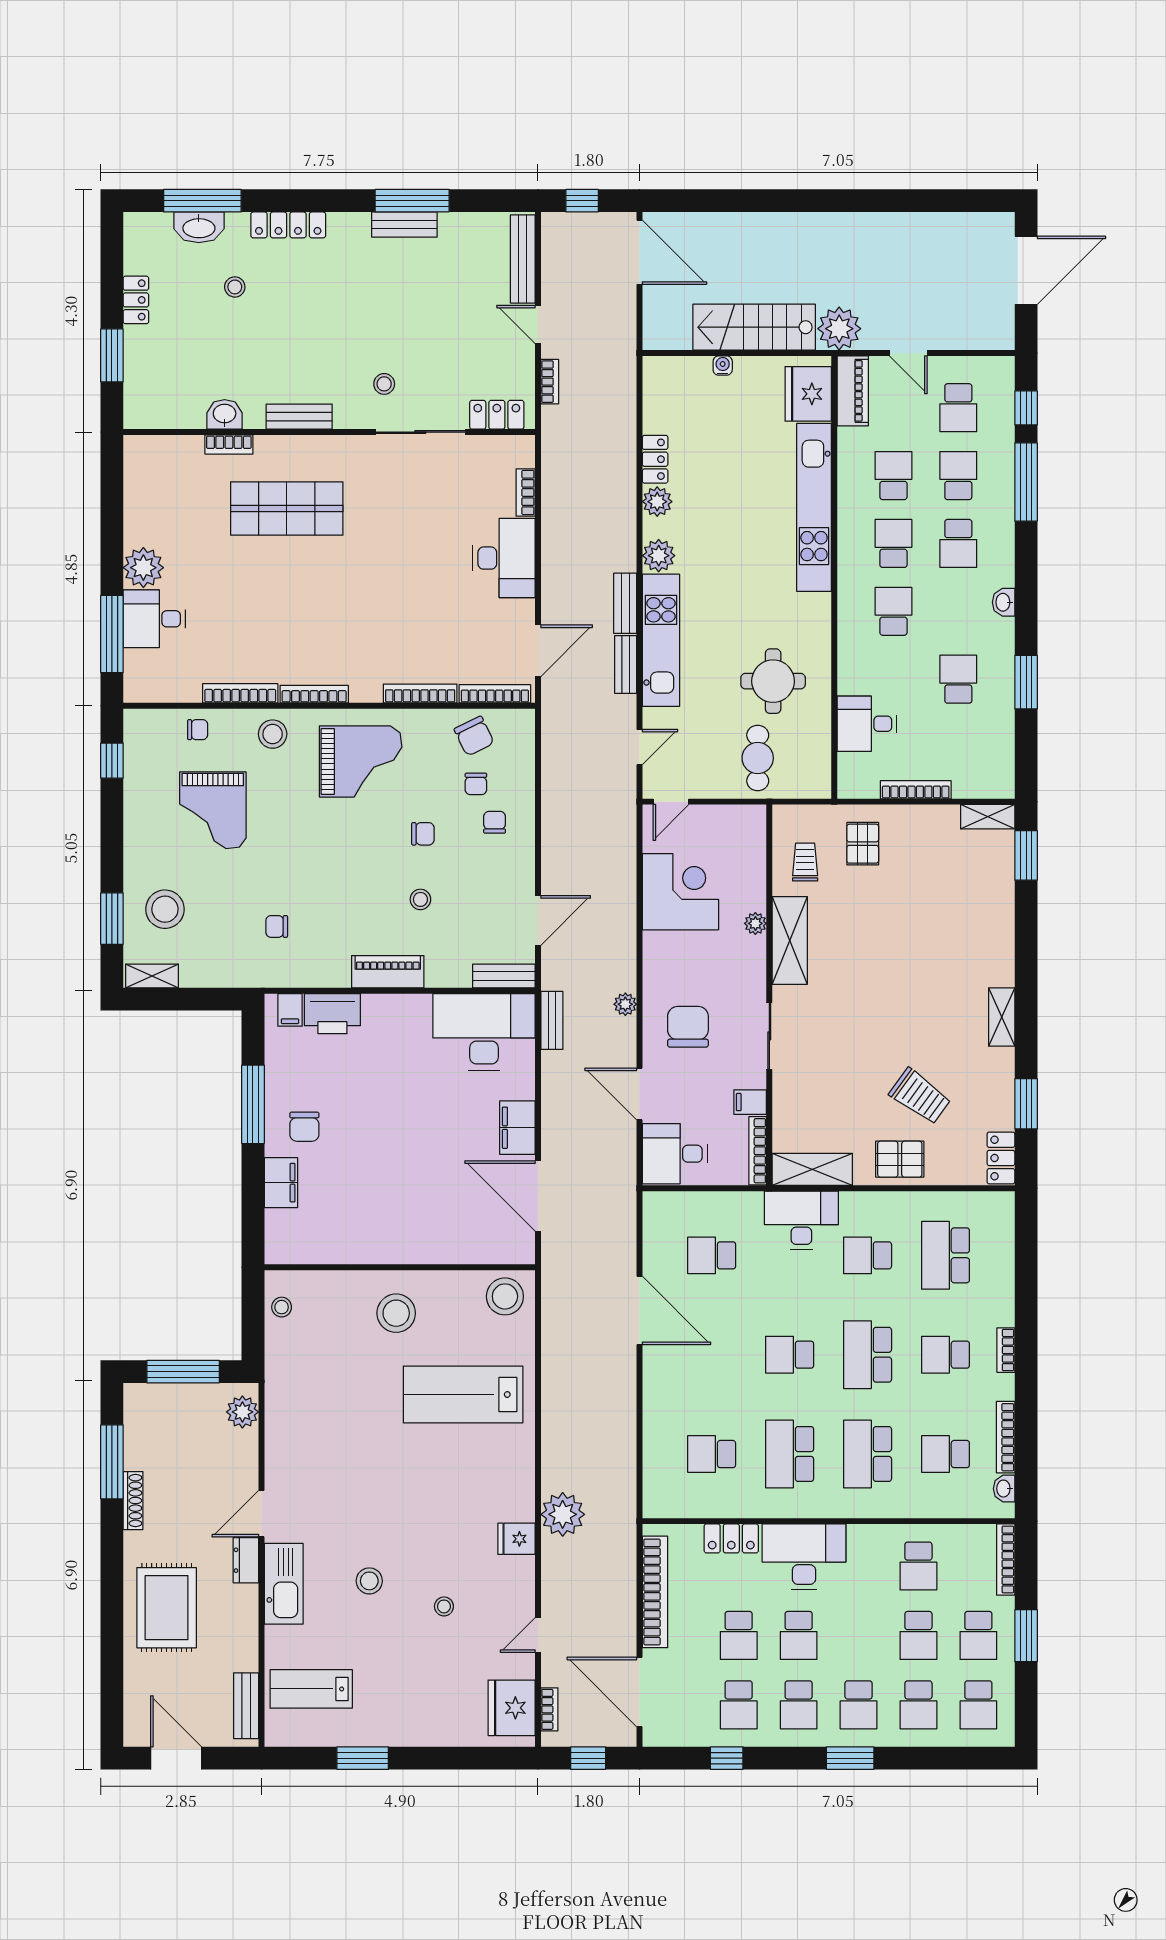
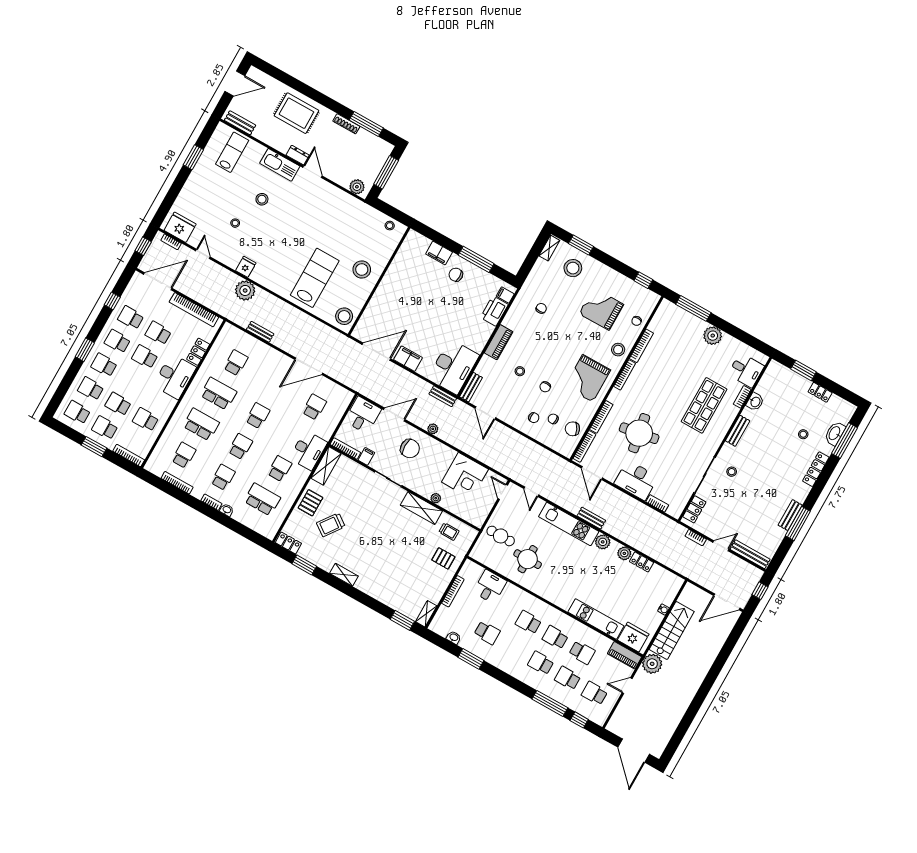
school desk: (958, 476) -> (568, 678), turned 180
kitchen unit: (814, 507) -> (596, 619), width x0.73
school desk: (893, 543) -> (555, 637), turned 180
washbasin: (1004, 602) -> (454, 638), moved
round table: (410, 603) -> (639, 433), added
school desk: (893, 611) -> (528, 622), turned 180
desk: (154, 619) -> (746, 370), moved, turned 90
bench: (626, 664) -> (260, 332), moved
school desk: (868, 1355) -> (240, 447), width x0.54
washbasin: (1004, 1489) -> (227, 510), moved

